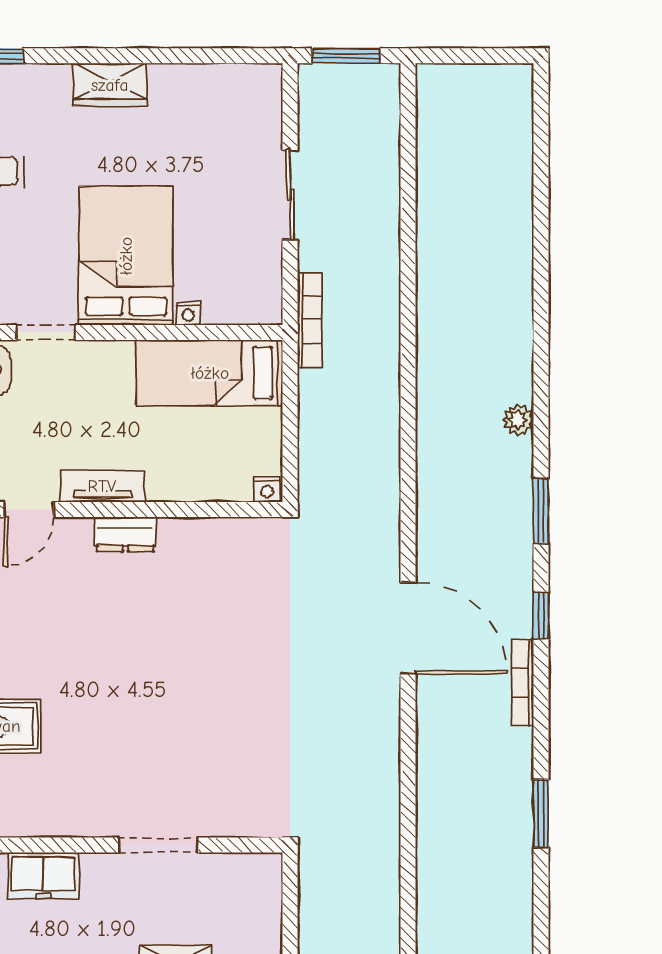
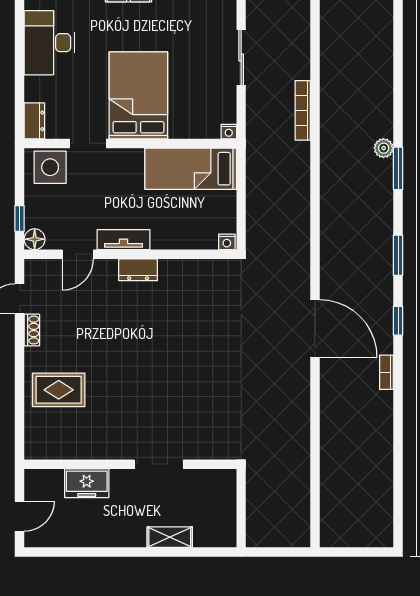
nightstand: (188, 313) -> (229, 132), moved
bookcase: (310, 320) -> (303, 110), moved, turned 180
plant: (518, 420) -> (384, 148), moved
bookcase: (522, 683) -> (387, 372), width x0.64
window: (541, 814) -> (398, 168), moved

